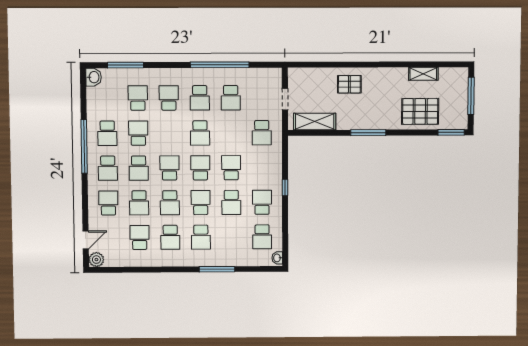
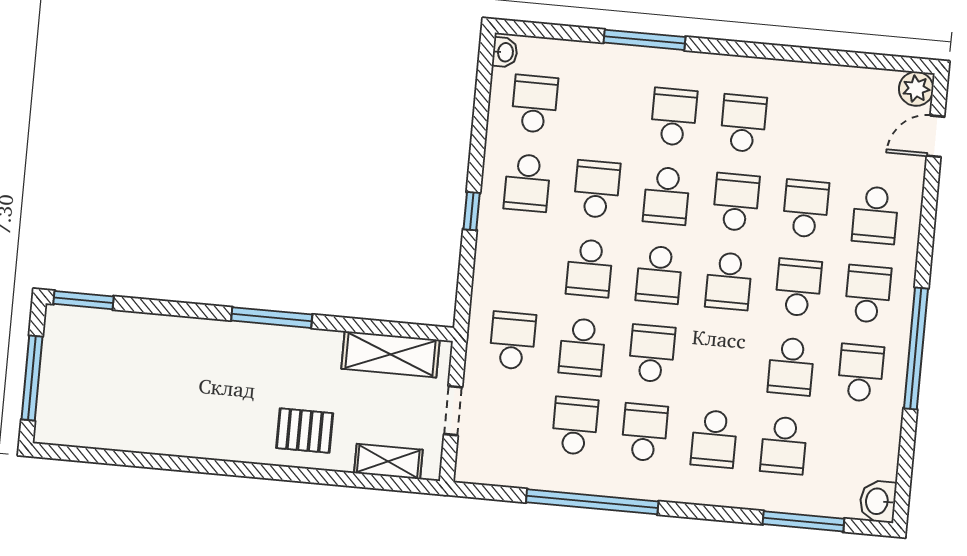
shelving: (423, 74) -> (388, 461), moved
pallet: (420, 111) -> (150, 354), removed
school desk: (140, 237) -> (582, 347), moved

